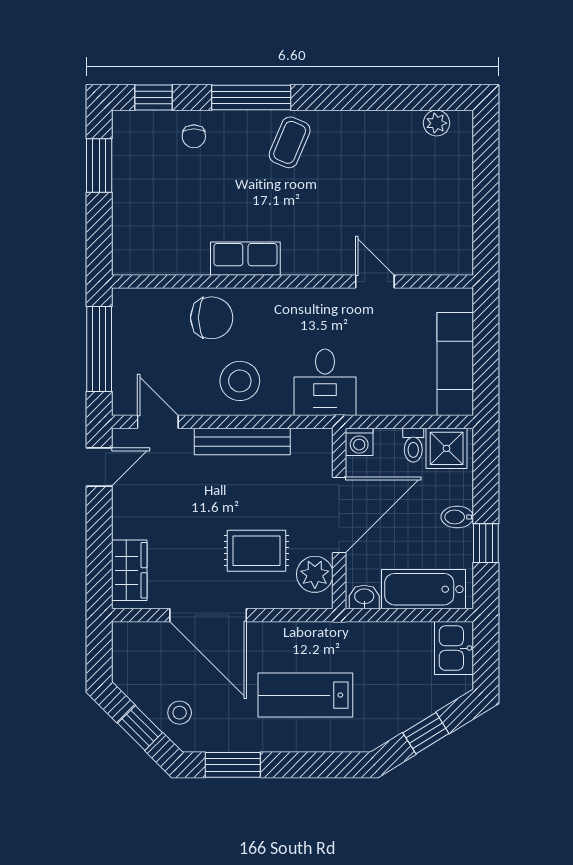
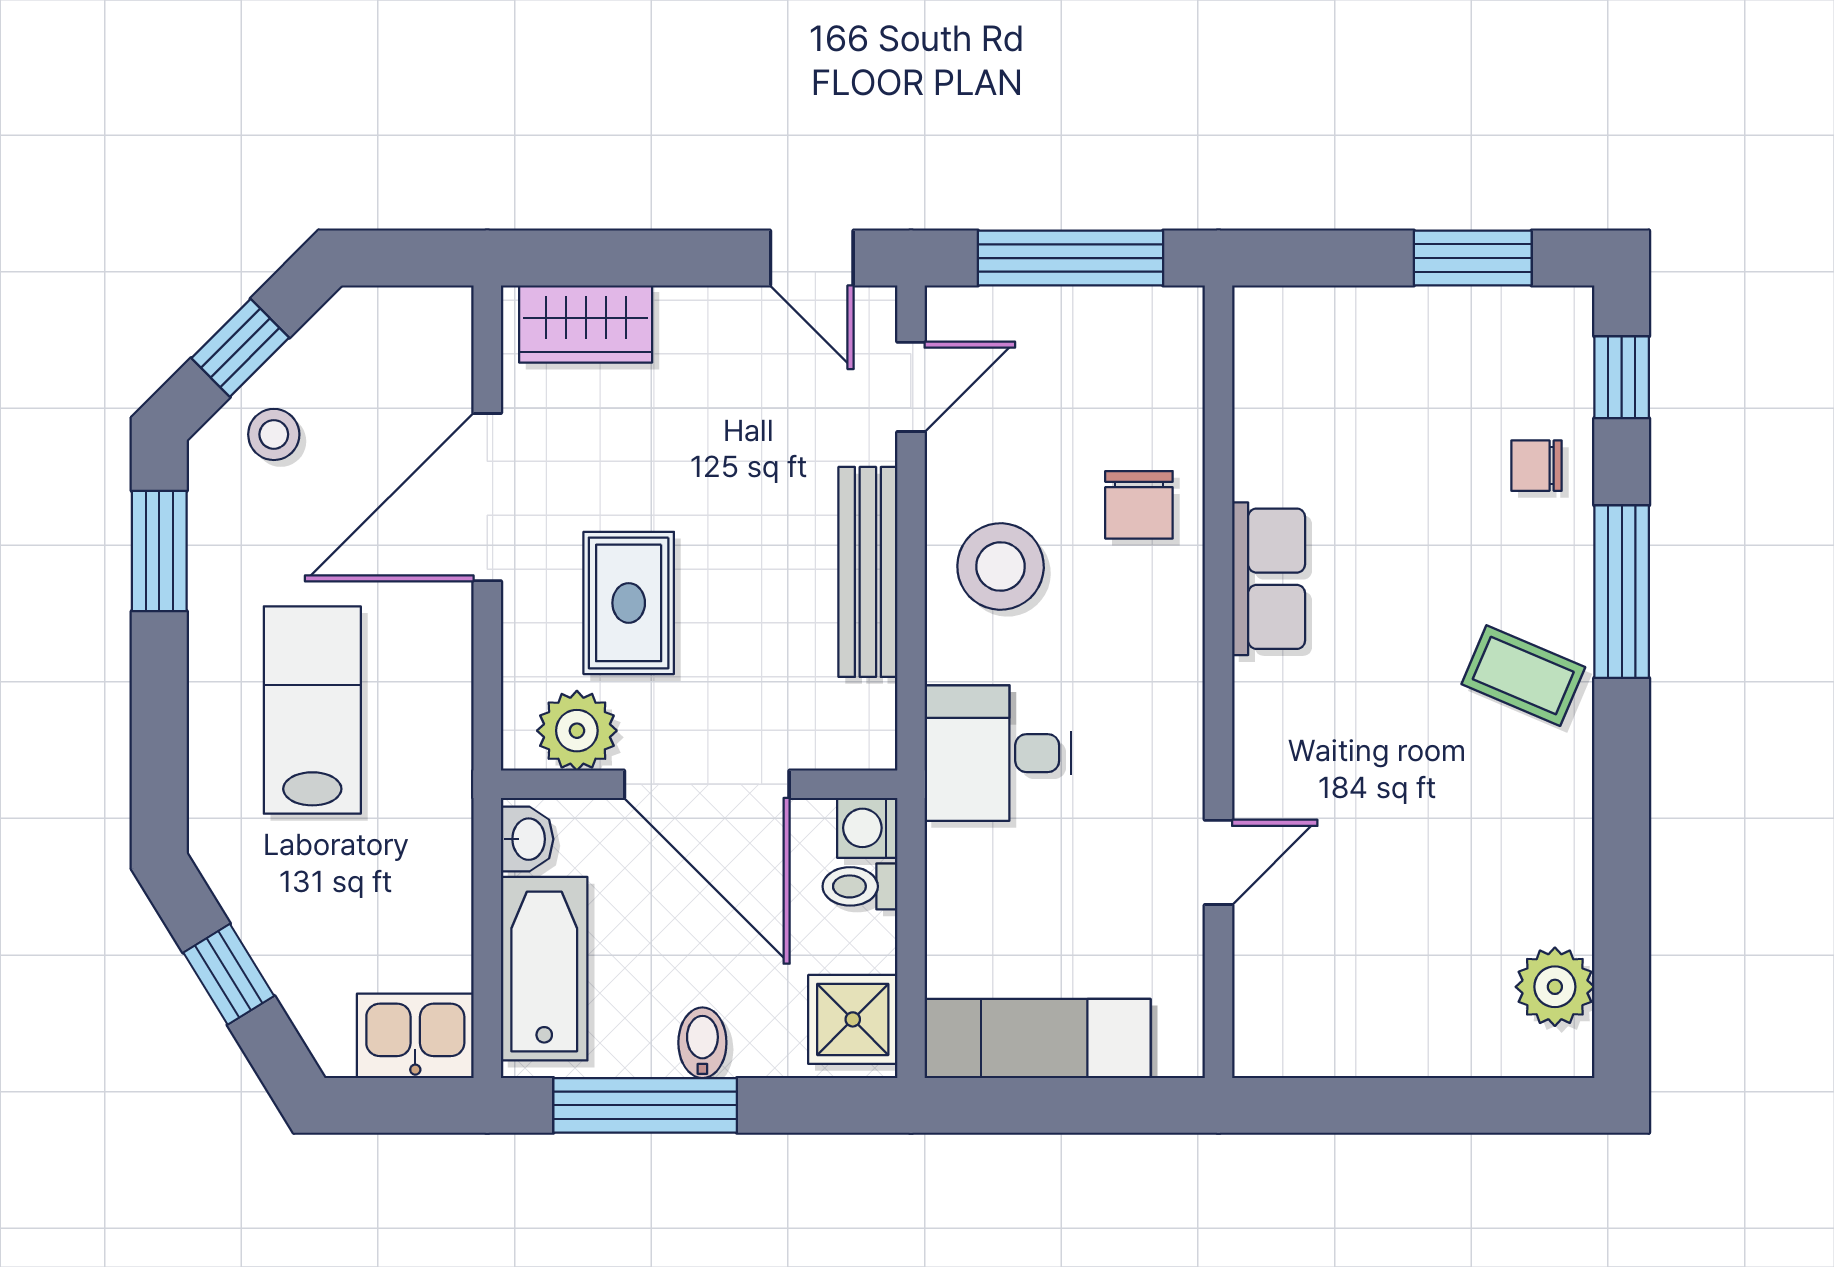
plant: (437, 123) -> (1555, 987), width x1.38, depth x1.38
chair: (212, 318) -> (1139, 505), width x0.73, depth x0.73
toilet: (413, 445) -> (860, 886), moved
window: (486, 543) -> (645, 1105), width x2.17

